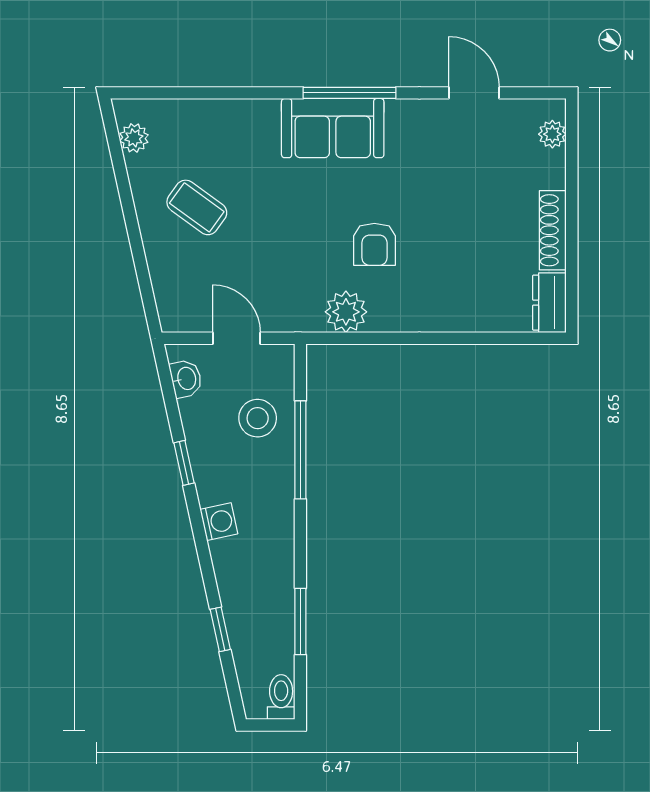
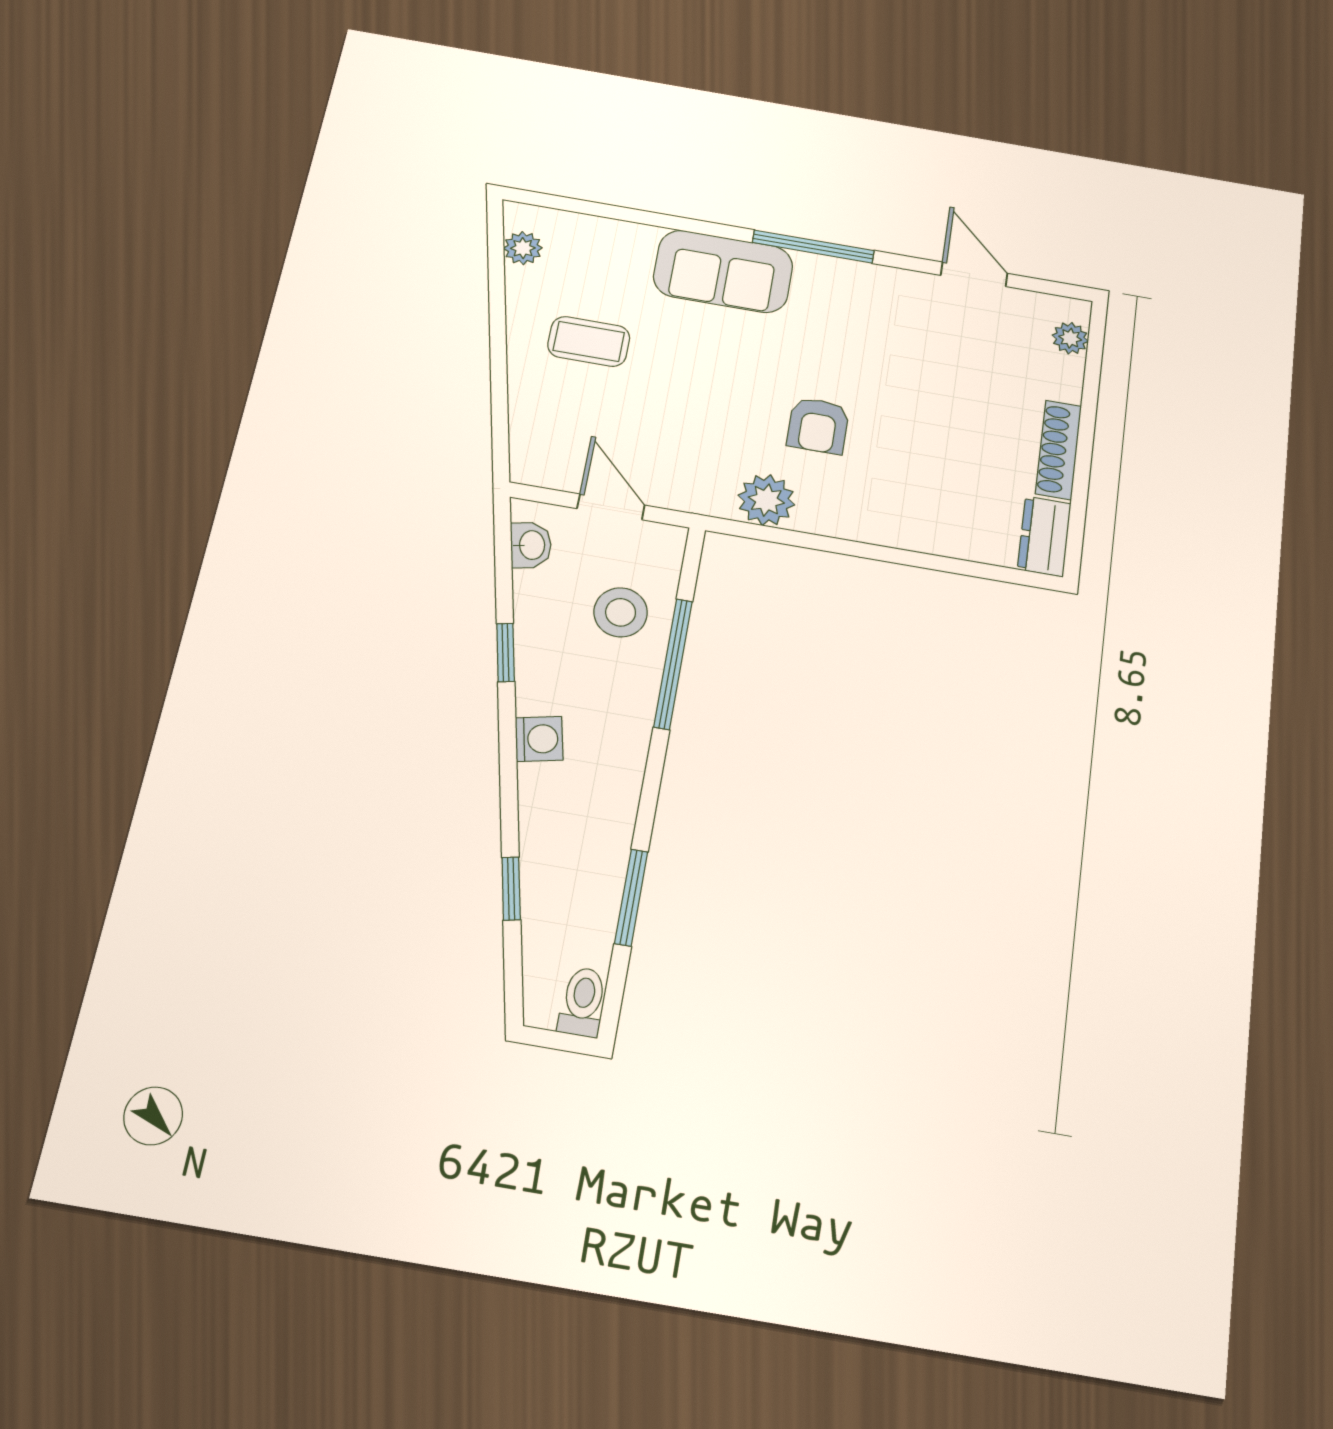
sofa: (333, 128) -> (723, 271), moved
coffee table: (197, 207) -> (589, 341), turned -36

